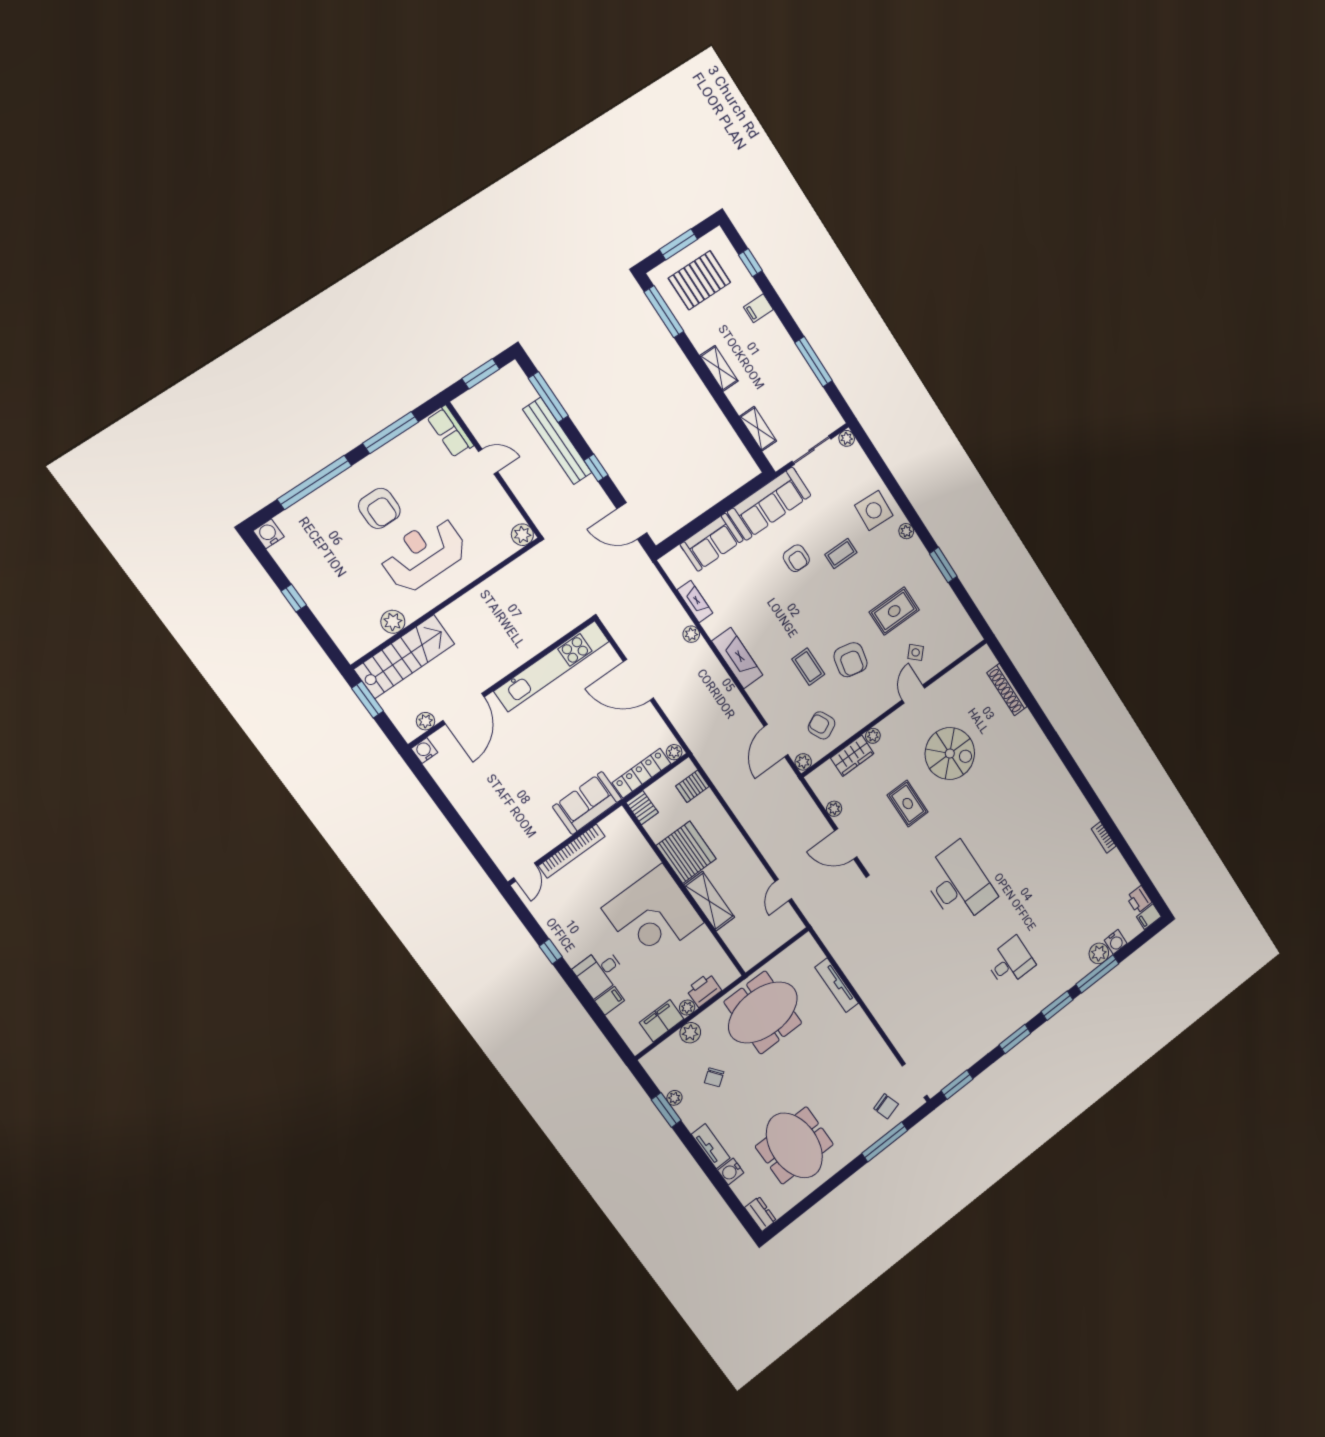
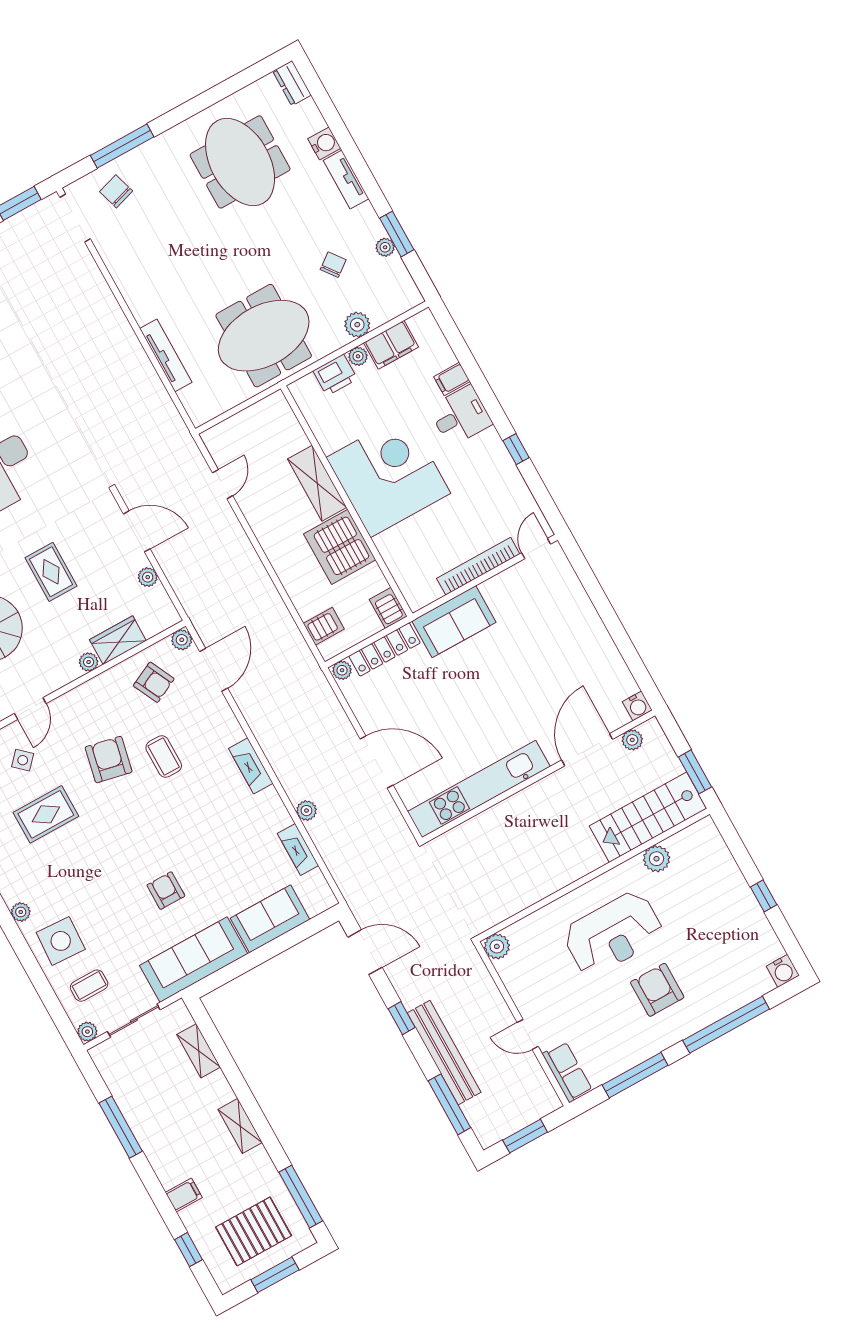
coffee table: (841, 553) -> (89, 986), moved
fireplace: (737, 658) -> (251, 766), width x0.73, depth x0.76

